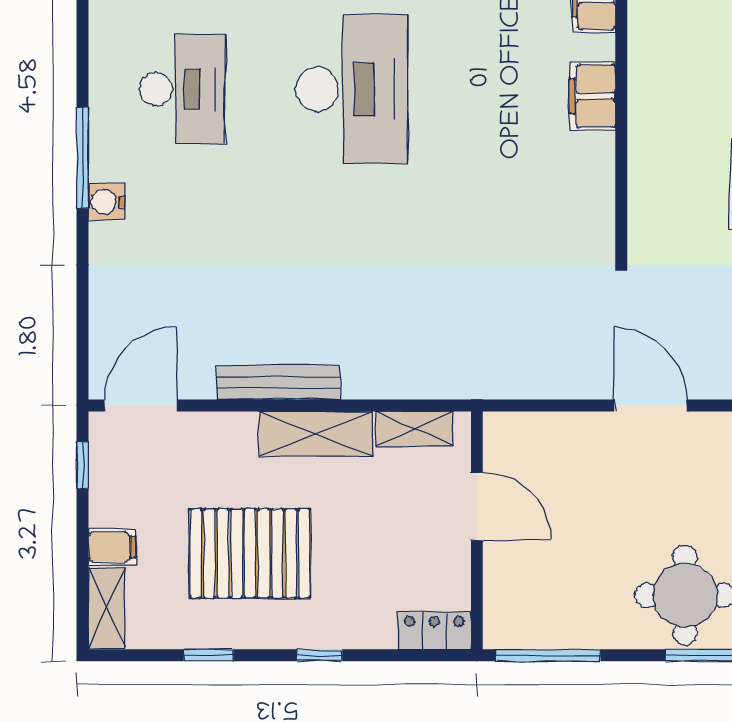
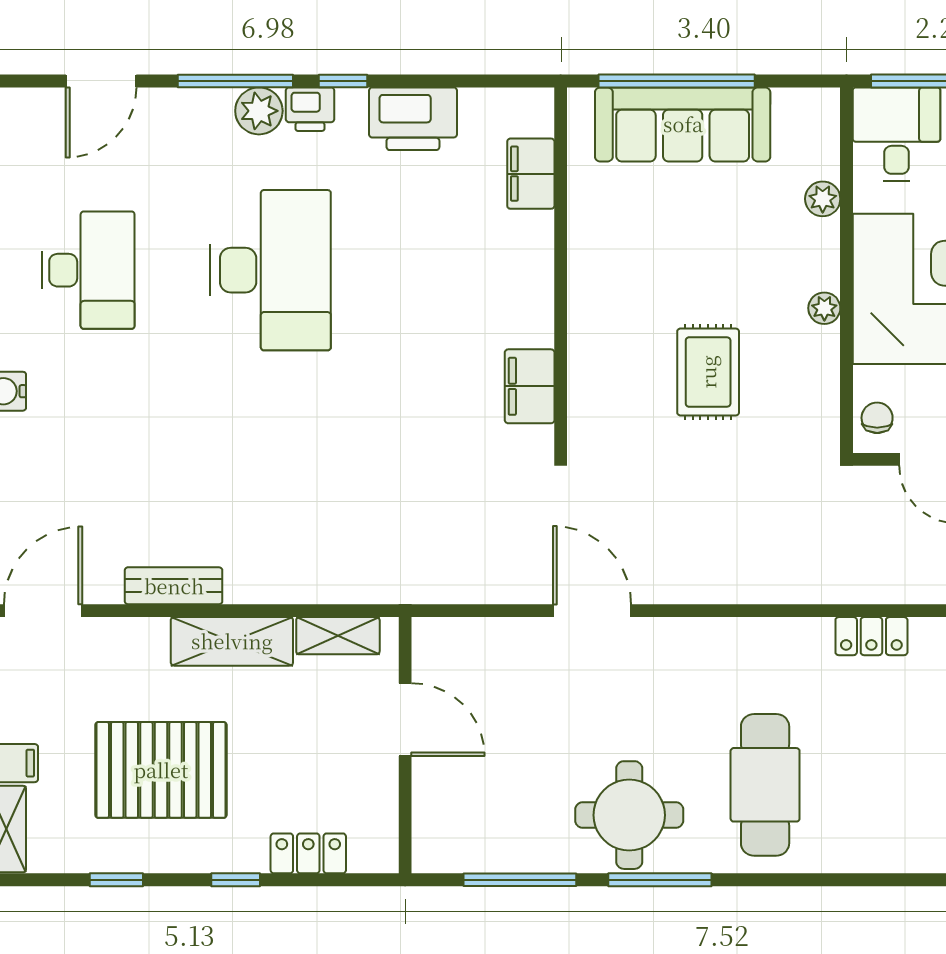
filing cabinet: (593, 96) -> (530, 386), moved
bench: (278, 382) -> (174, 586), width x0.73
locker: (434, 631) -> (308, 853), moved
window: (548, 655) -> (520, 880), moved

